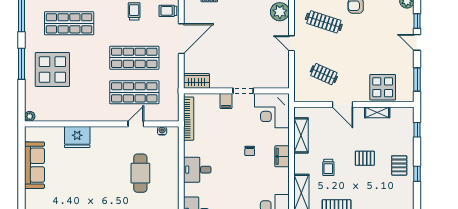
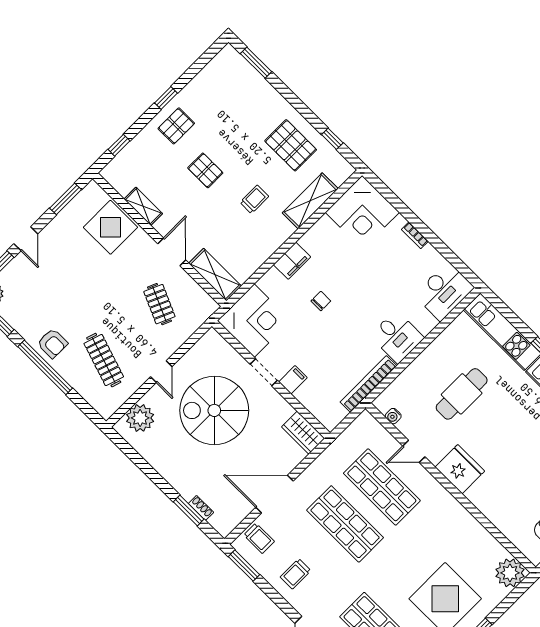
spiral stairs: (249, 50) -> (214, 410), added
plant: (30, 116) -> (510, 573), width x1.88, depth x1.88
bookcase: (189, 119) -> (368, 384), moved
shelving: (301, 135) -> (215, 275), moved, turned 90
fridge: (77, 137) -> (460, 469), moved

